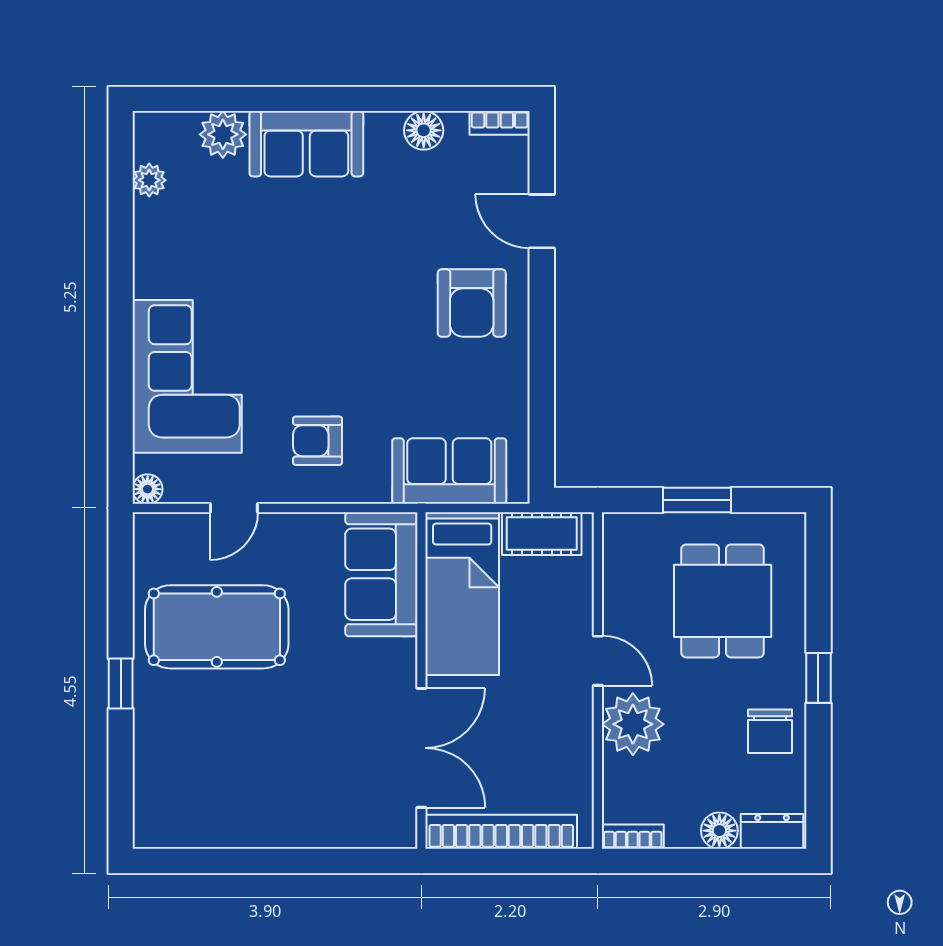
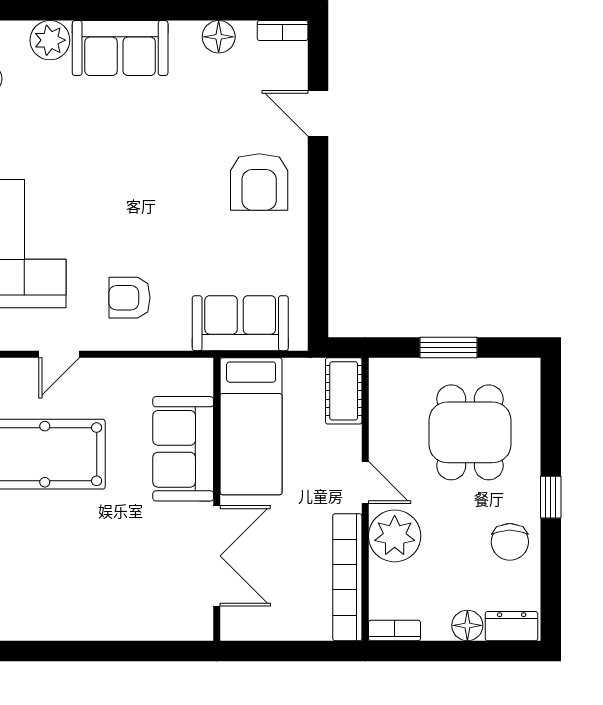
cot: (542, 534) -> (344, 391), moved, turned 90
sofa: (381, 574) -> (183, 449), moved
bookcase: (501, 832) -> (347, 577), moved, turned -90

